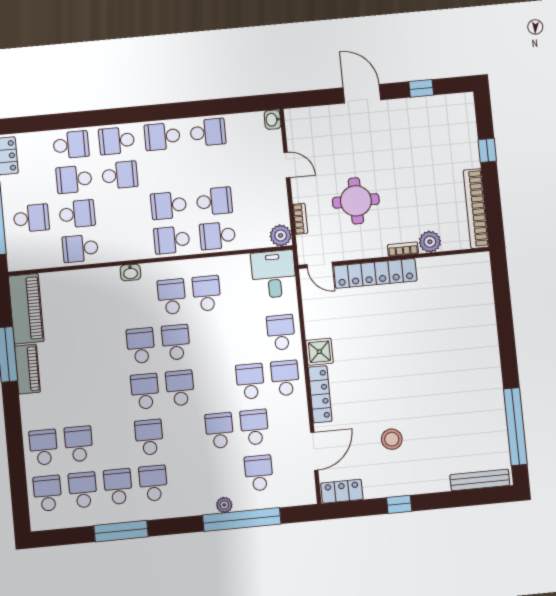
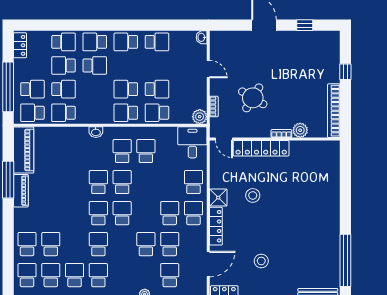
round table: (356, 201) -> (253, 98), turned 31
school desk: (34, 253) -> (32, 113), added
stool: (370, 344) -> (253, 195), added

